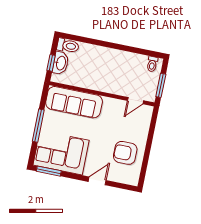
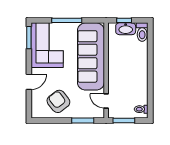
sofa: (74, 102) -> (91, 56), width x1.36, depth x1.27
window: (152, 131) -> (83, 121), added
armchair: (125, 153) -> (58, 101), turned -38
door: (97, 181) -> (29, 82), hinge flipped

